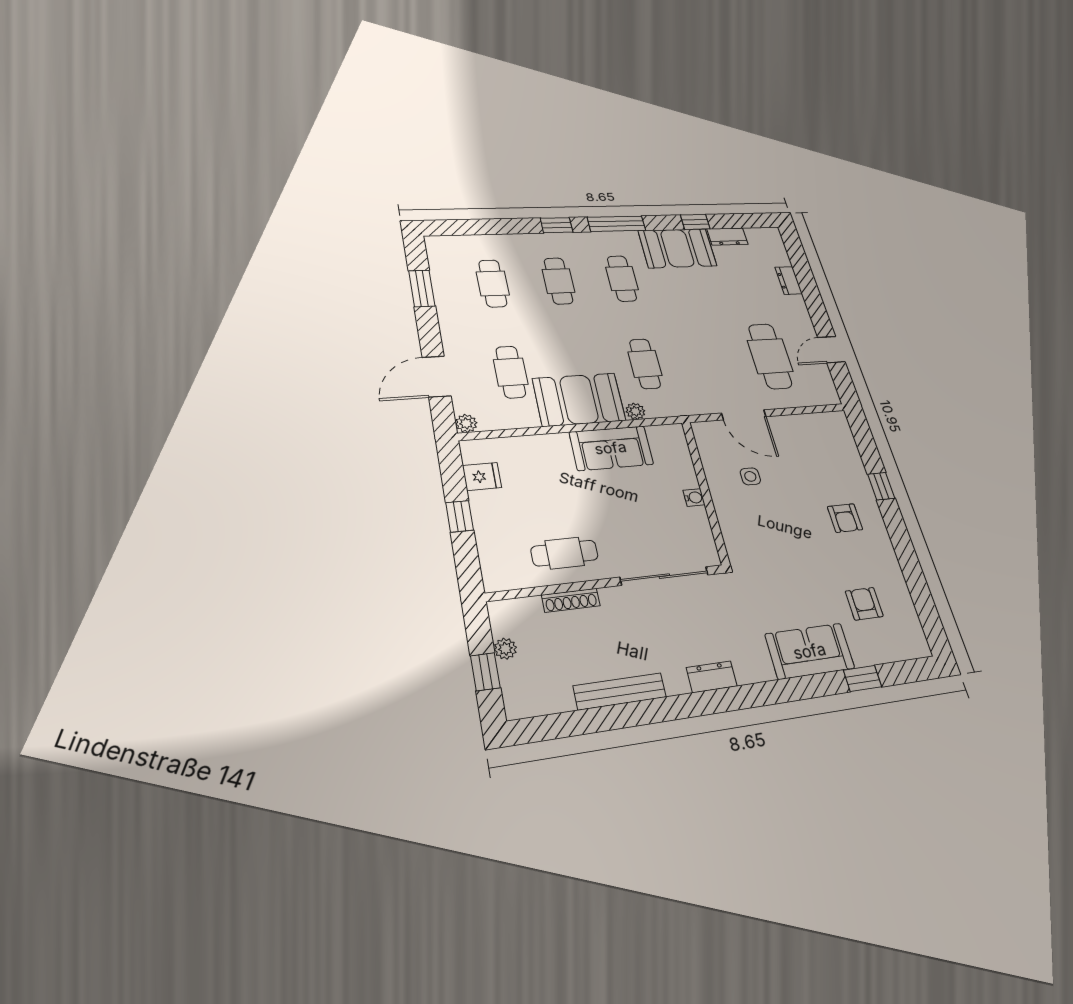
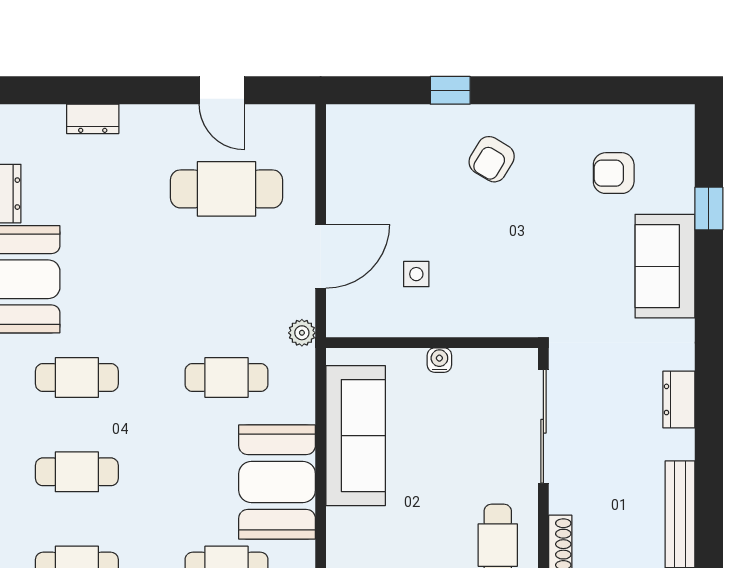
plant: (635, 411) -> (302, 333), moved
sofa: (611, 448) -> (356, 436), width x1.36
armchair: (845, 518) -> (492, 159), turned 121

